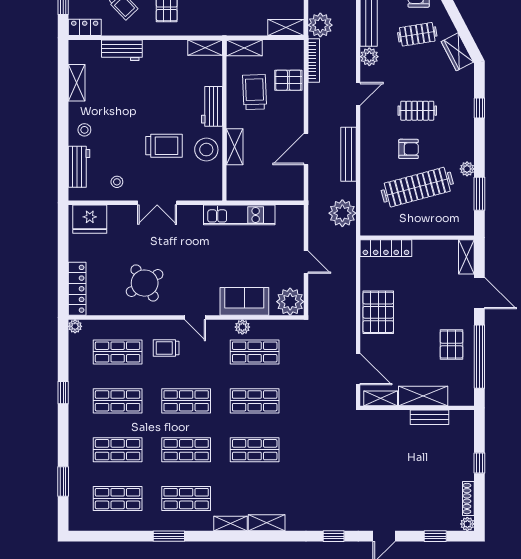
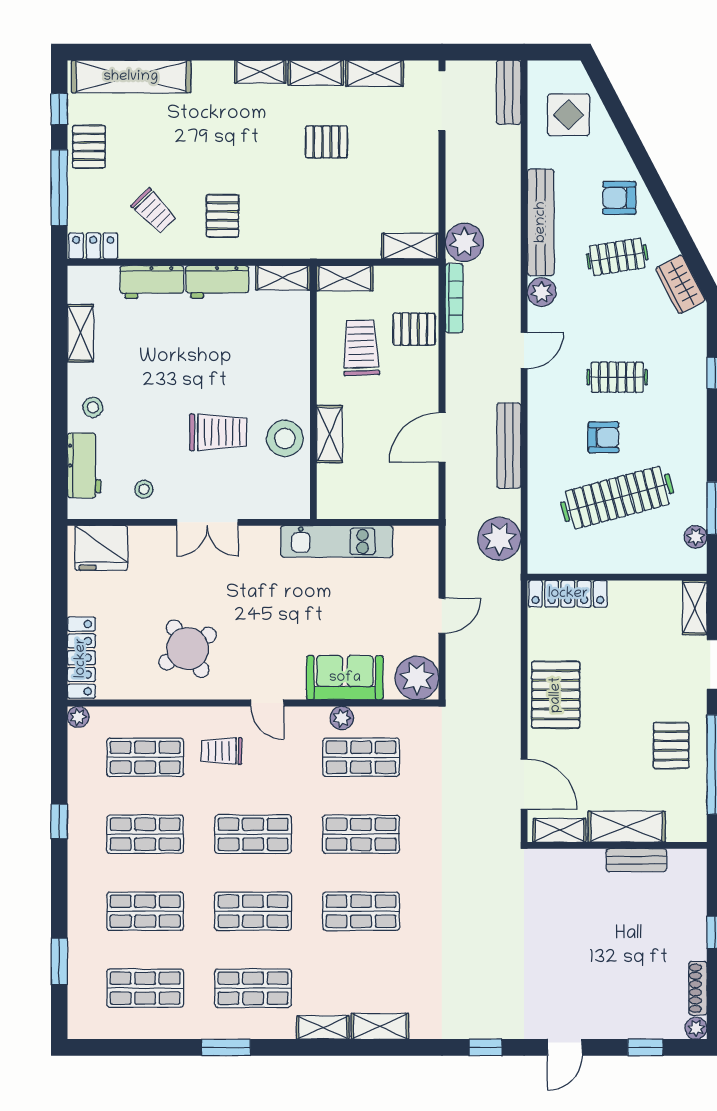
workbench: (212, 106) -> (217, 282), moved, turned -90
plant: (467, 169) -> (696, 537), moved
door: (306, 262) -> (442, 616), hinge flipped

